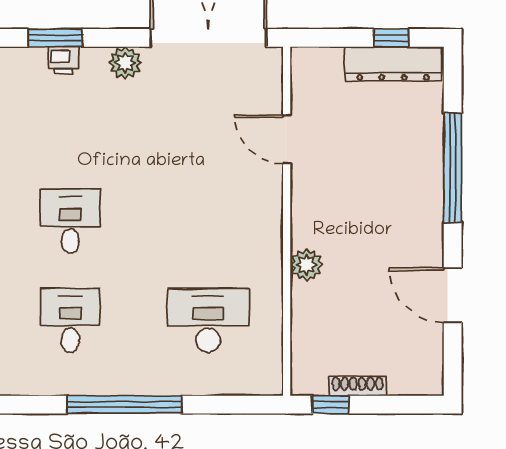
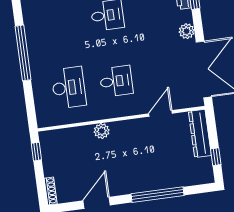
dresser: (393, 64) -> (200, 133), moved
desk: (70, 321) -> (116, 81), moved
shoe rack: (357, 386) -> (51, 191), moved

